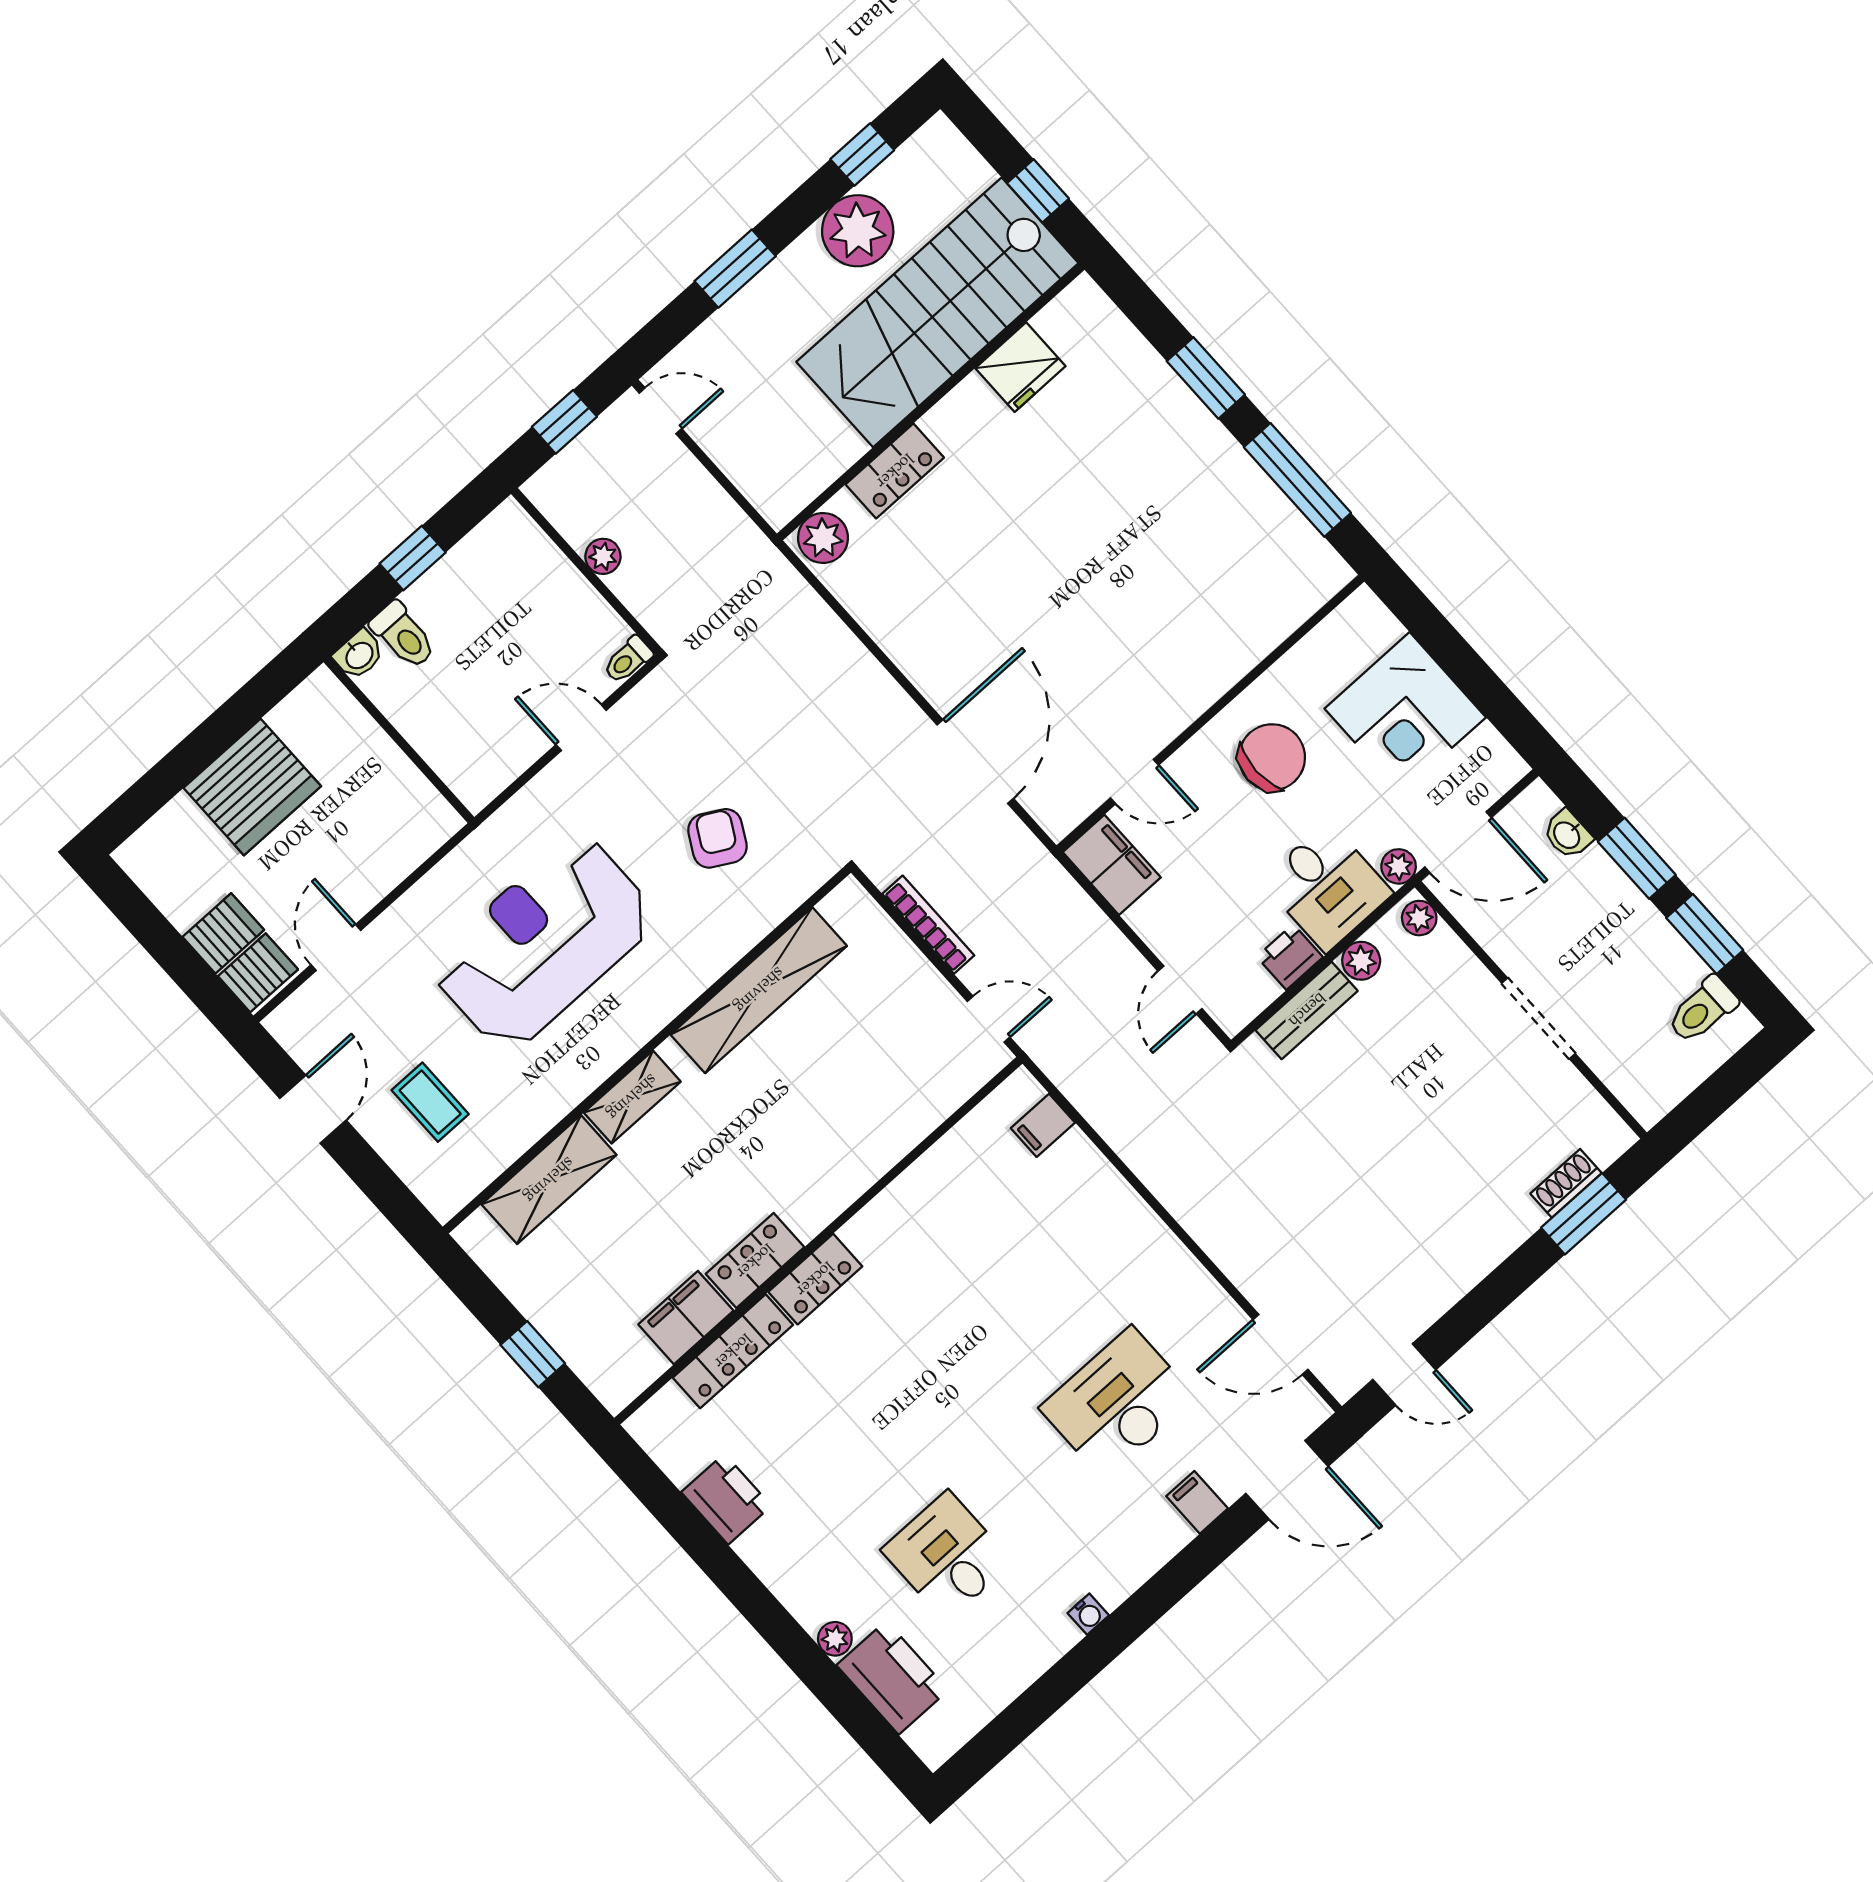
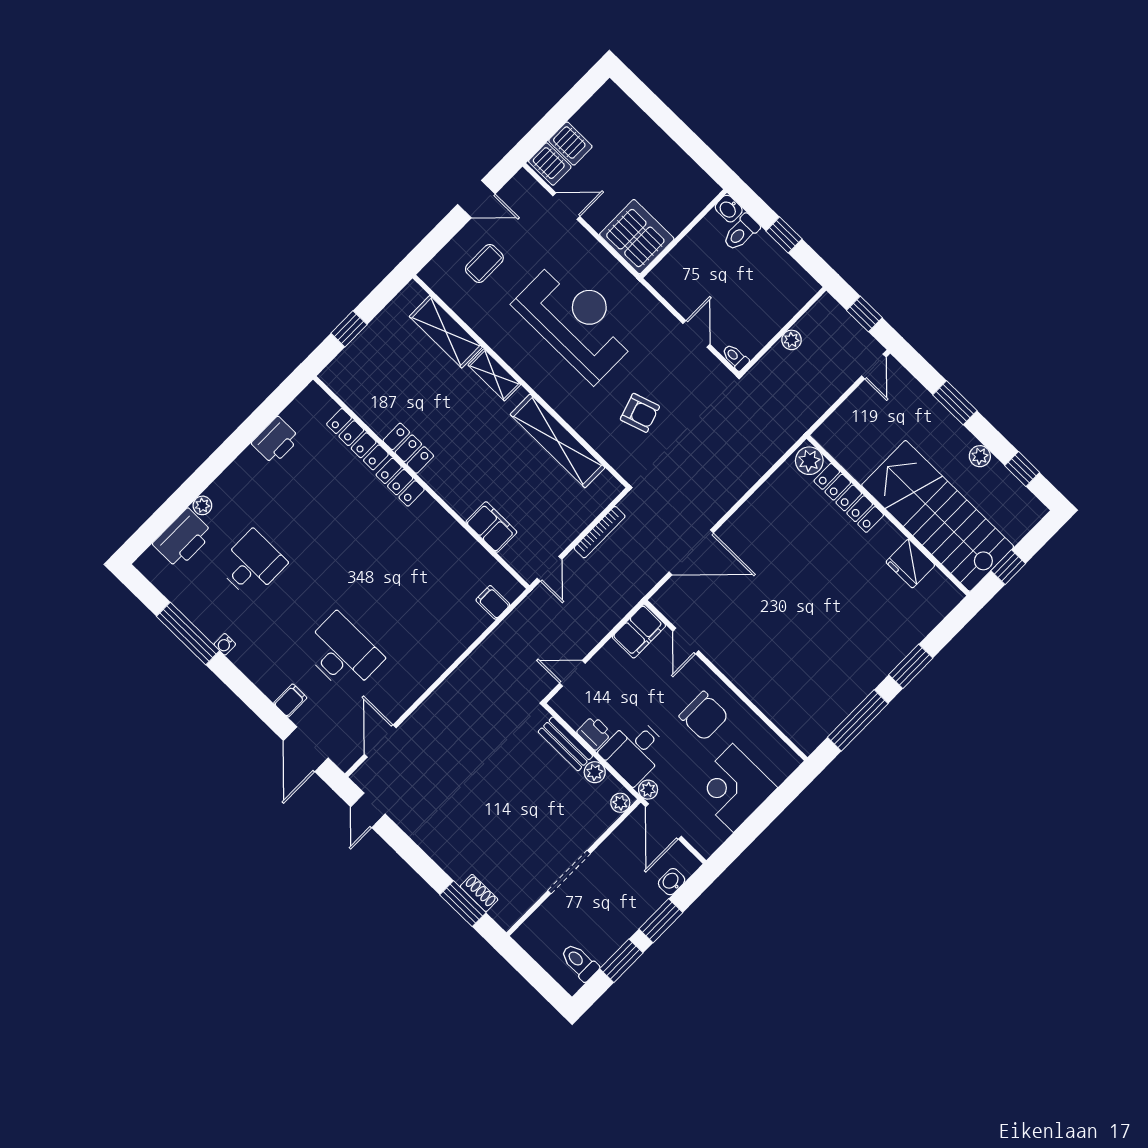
plant: (858, 231) -> (980, 456), width x0.53, depth x0.53
locker: (895, 471) -> (849, 498), width x1.53
server rack: (252, 787) -> (637, 237), moved, turned 180
armchair: (717, 838) -> (640, 413), turned 43
filing cabinet: (686, 1318) -> (491, 527), moved
window: (1065, 1679) -> (188, 634), added

